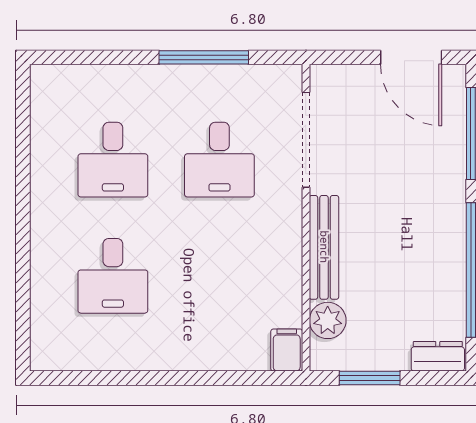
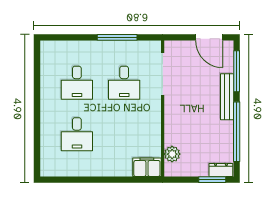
bench: (324, 247) -> (227, 97), moved
filing cabinet: (287, 350) -> (147, 167), width x2.00
window: (370, 378) -> (212, 180), moved

